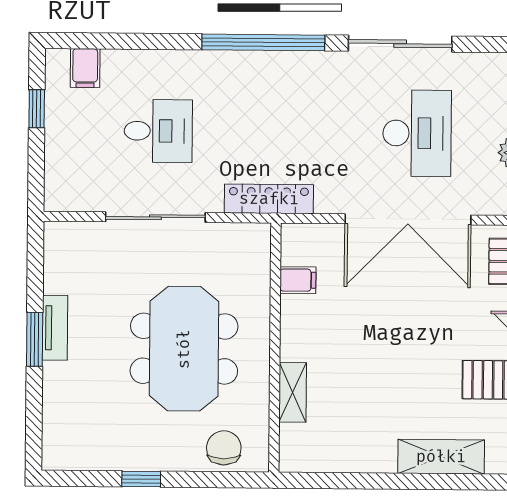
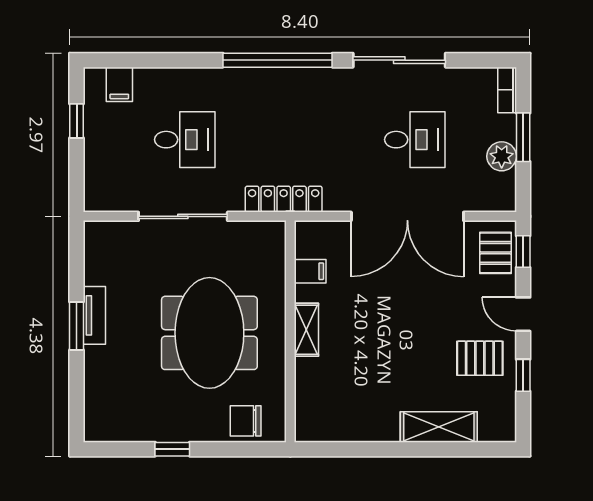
desk: (417, 133) -> (415, 140), width x0.73
shelving: (293, 392) -> (306, 330), moved
chair: (224, 448) -> (246, 421), turned -90

